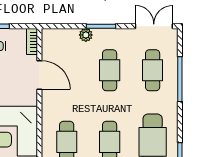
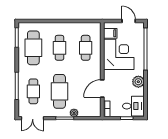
cafe table: (110, 70) -> (59, 91), width x1.37, depth x1.35
door: (39, 75) -> (102, 88), hinge flipped

